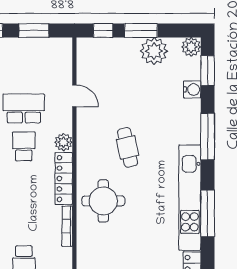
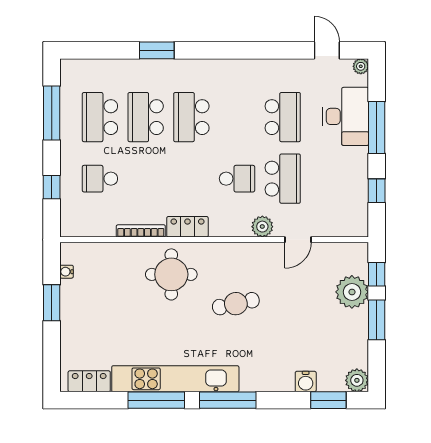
window: (34, 30) -> (377, 191), width x0.67
plant: (154, 51) -> (352, 292), moved
window: (208, 136) -> (228, 400), moved
plant: (64, 142) -> (262, 227), moved
locker: (64, 179) -> (187, 227), width x0.66

